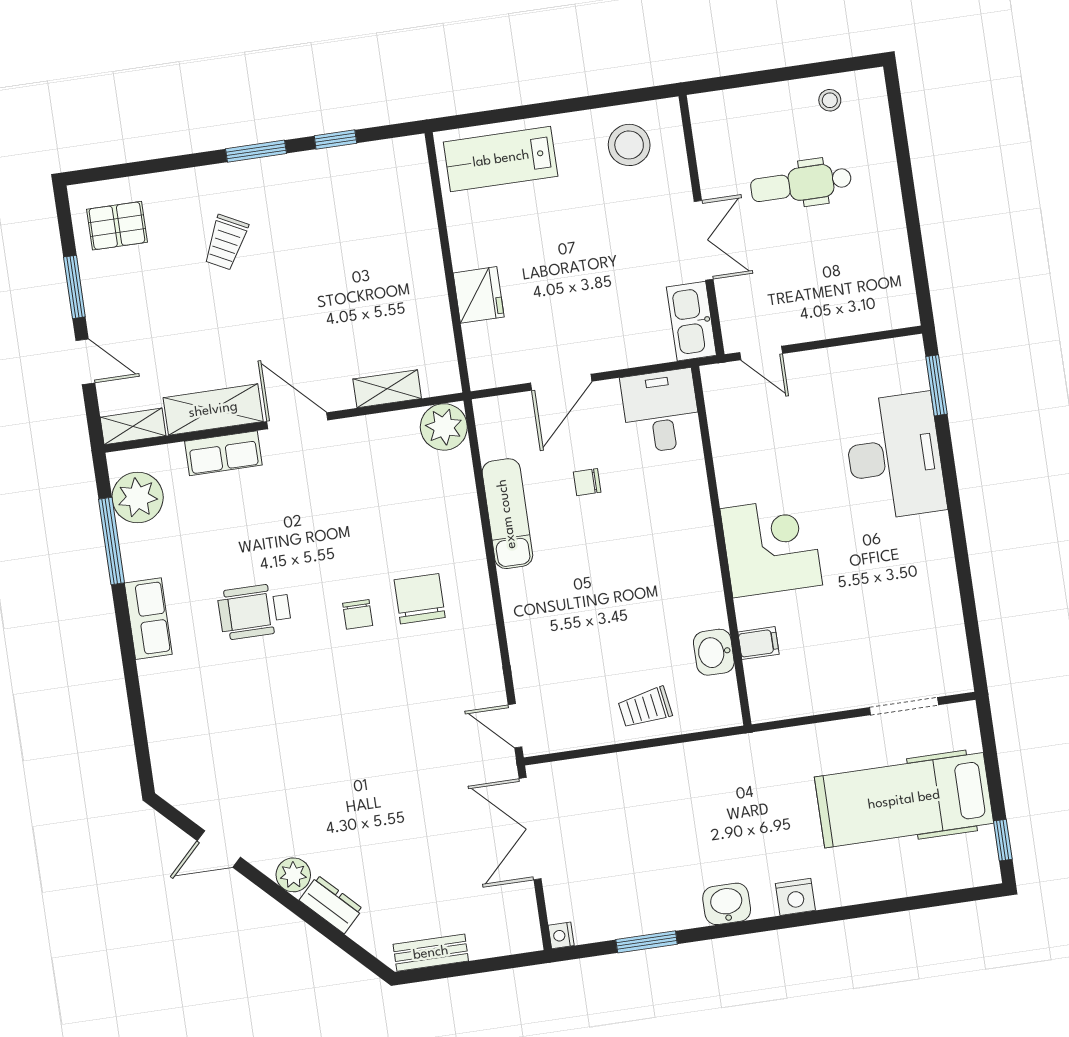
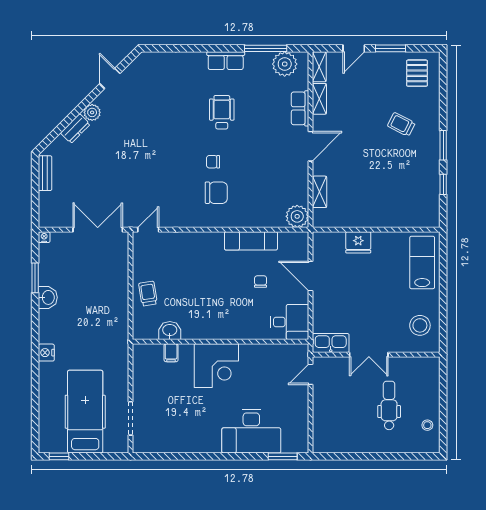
shelving: (213, 410) -> (319, 99), width x0.67, depth x0.75
washbasin: (727, 904) -> (48, 297), moved

